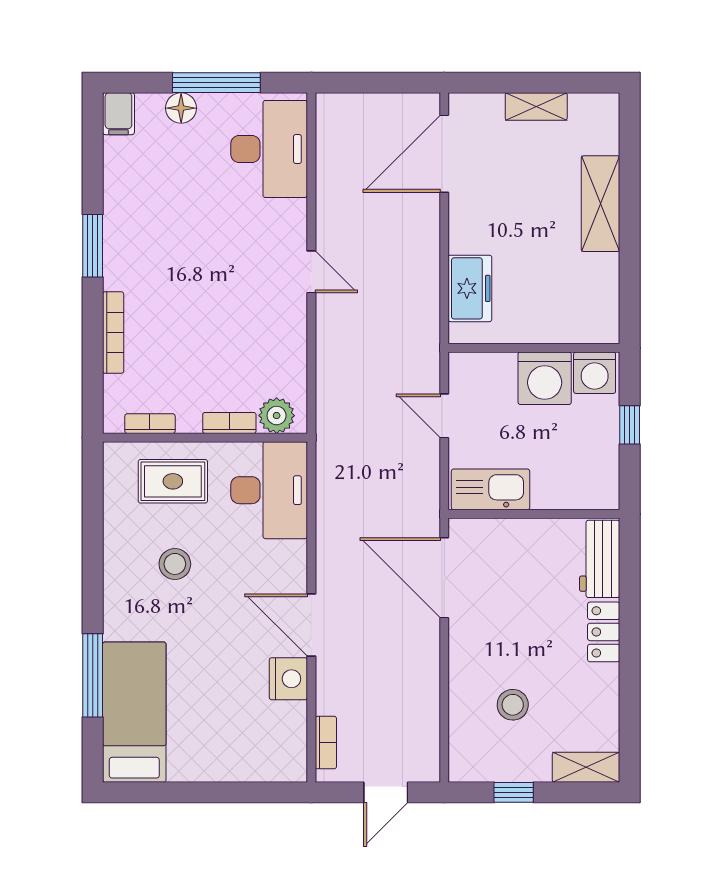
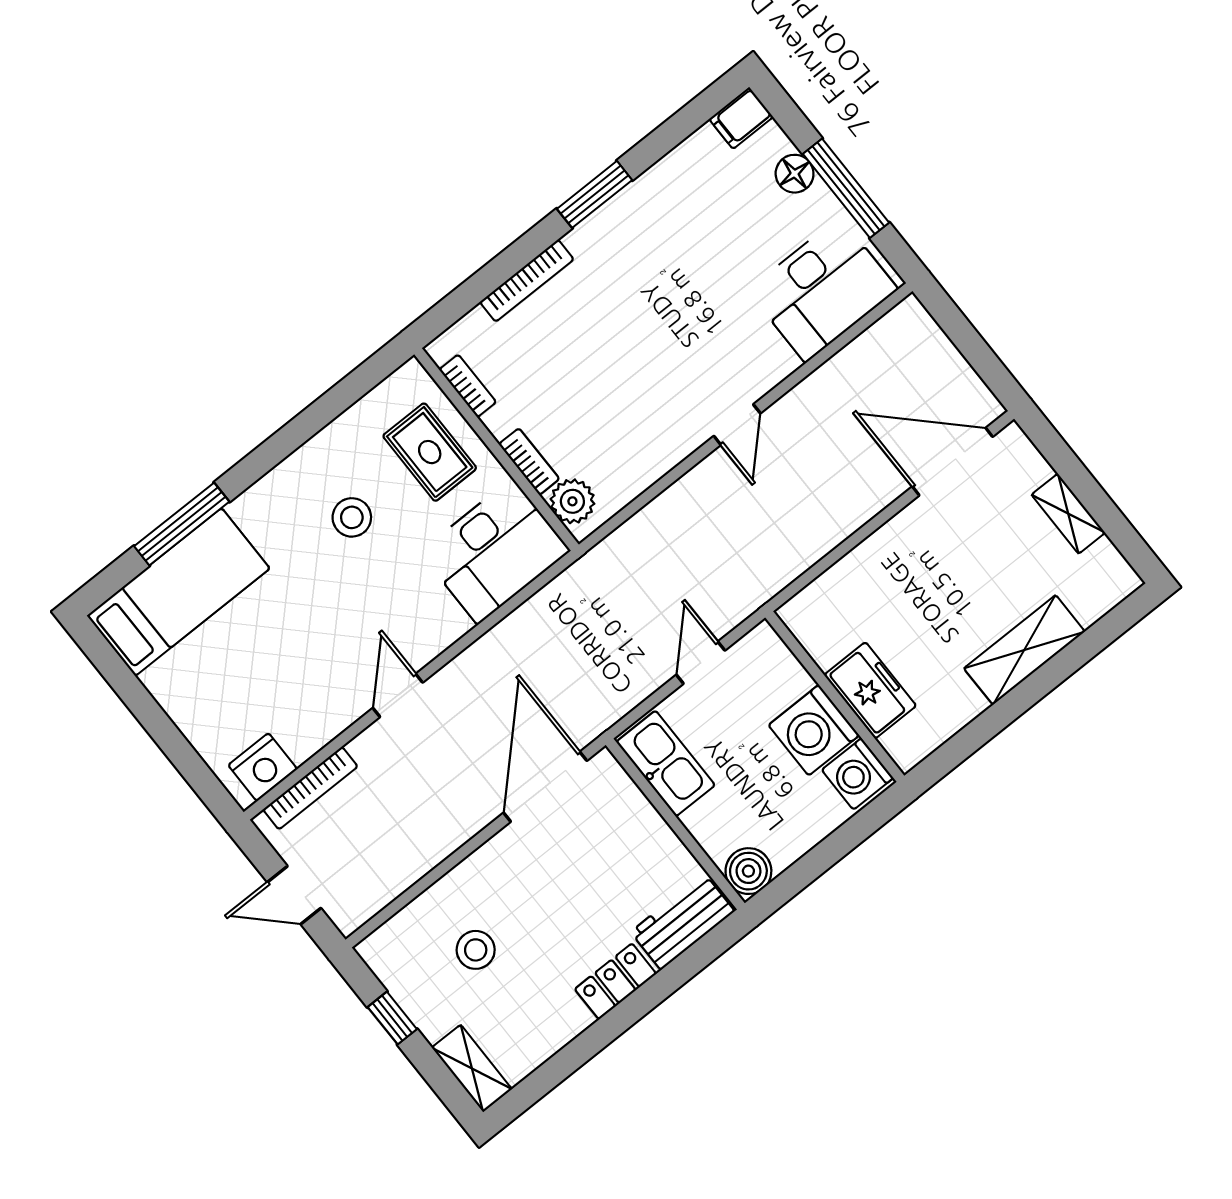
freezer: (470, 288) -> (870, 690), moved, turned -90
window: (630, 425) -> (834, 848), removed
boiler: (601, 491) -> (748, 871), added
door: (311, 625) -> (398, 695), width x0.73
nightstand: (288, 679) -> (263, 767), moved
bookcase: (326, 743) -> (310, 788), width x1.56

